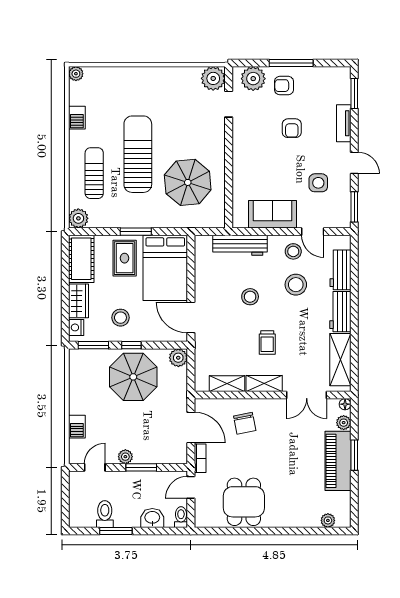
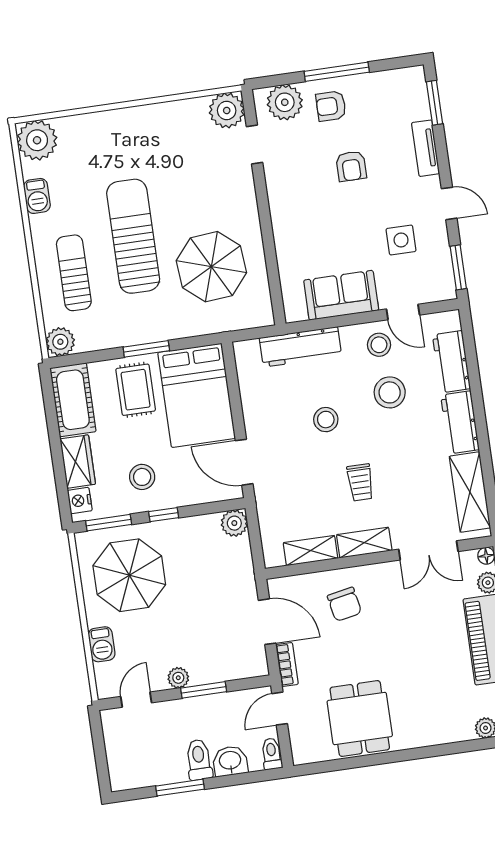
plant: (76, 74) -> (37, 140), width x1.87, depth x1.87
parasol: (133, 377) -> (129, 575), moved
toilet: (105, 514) -> (199, 760), moved

